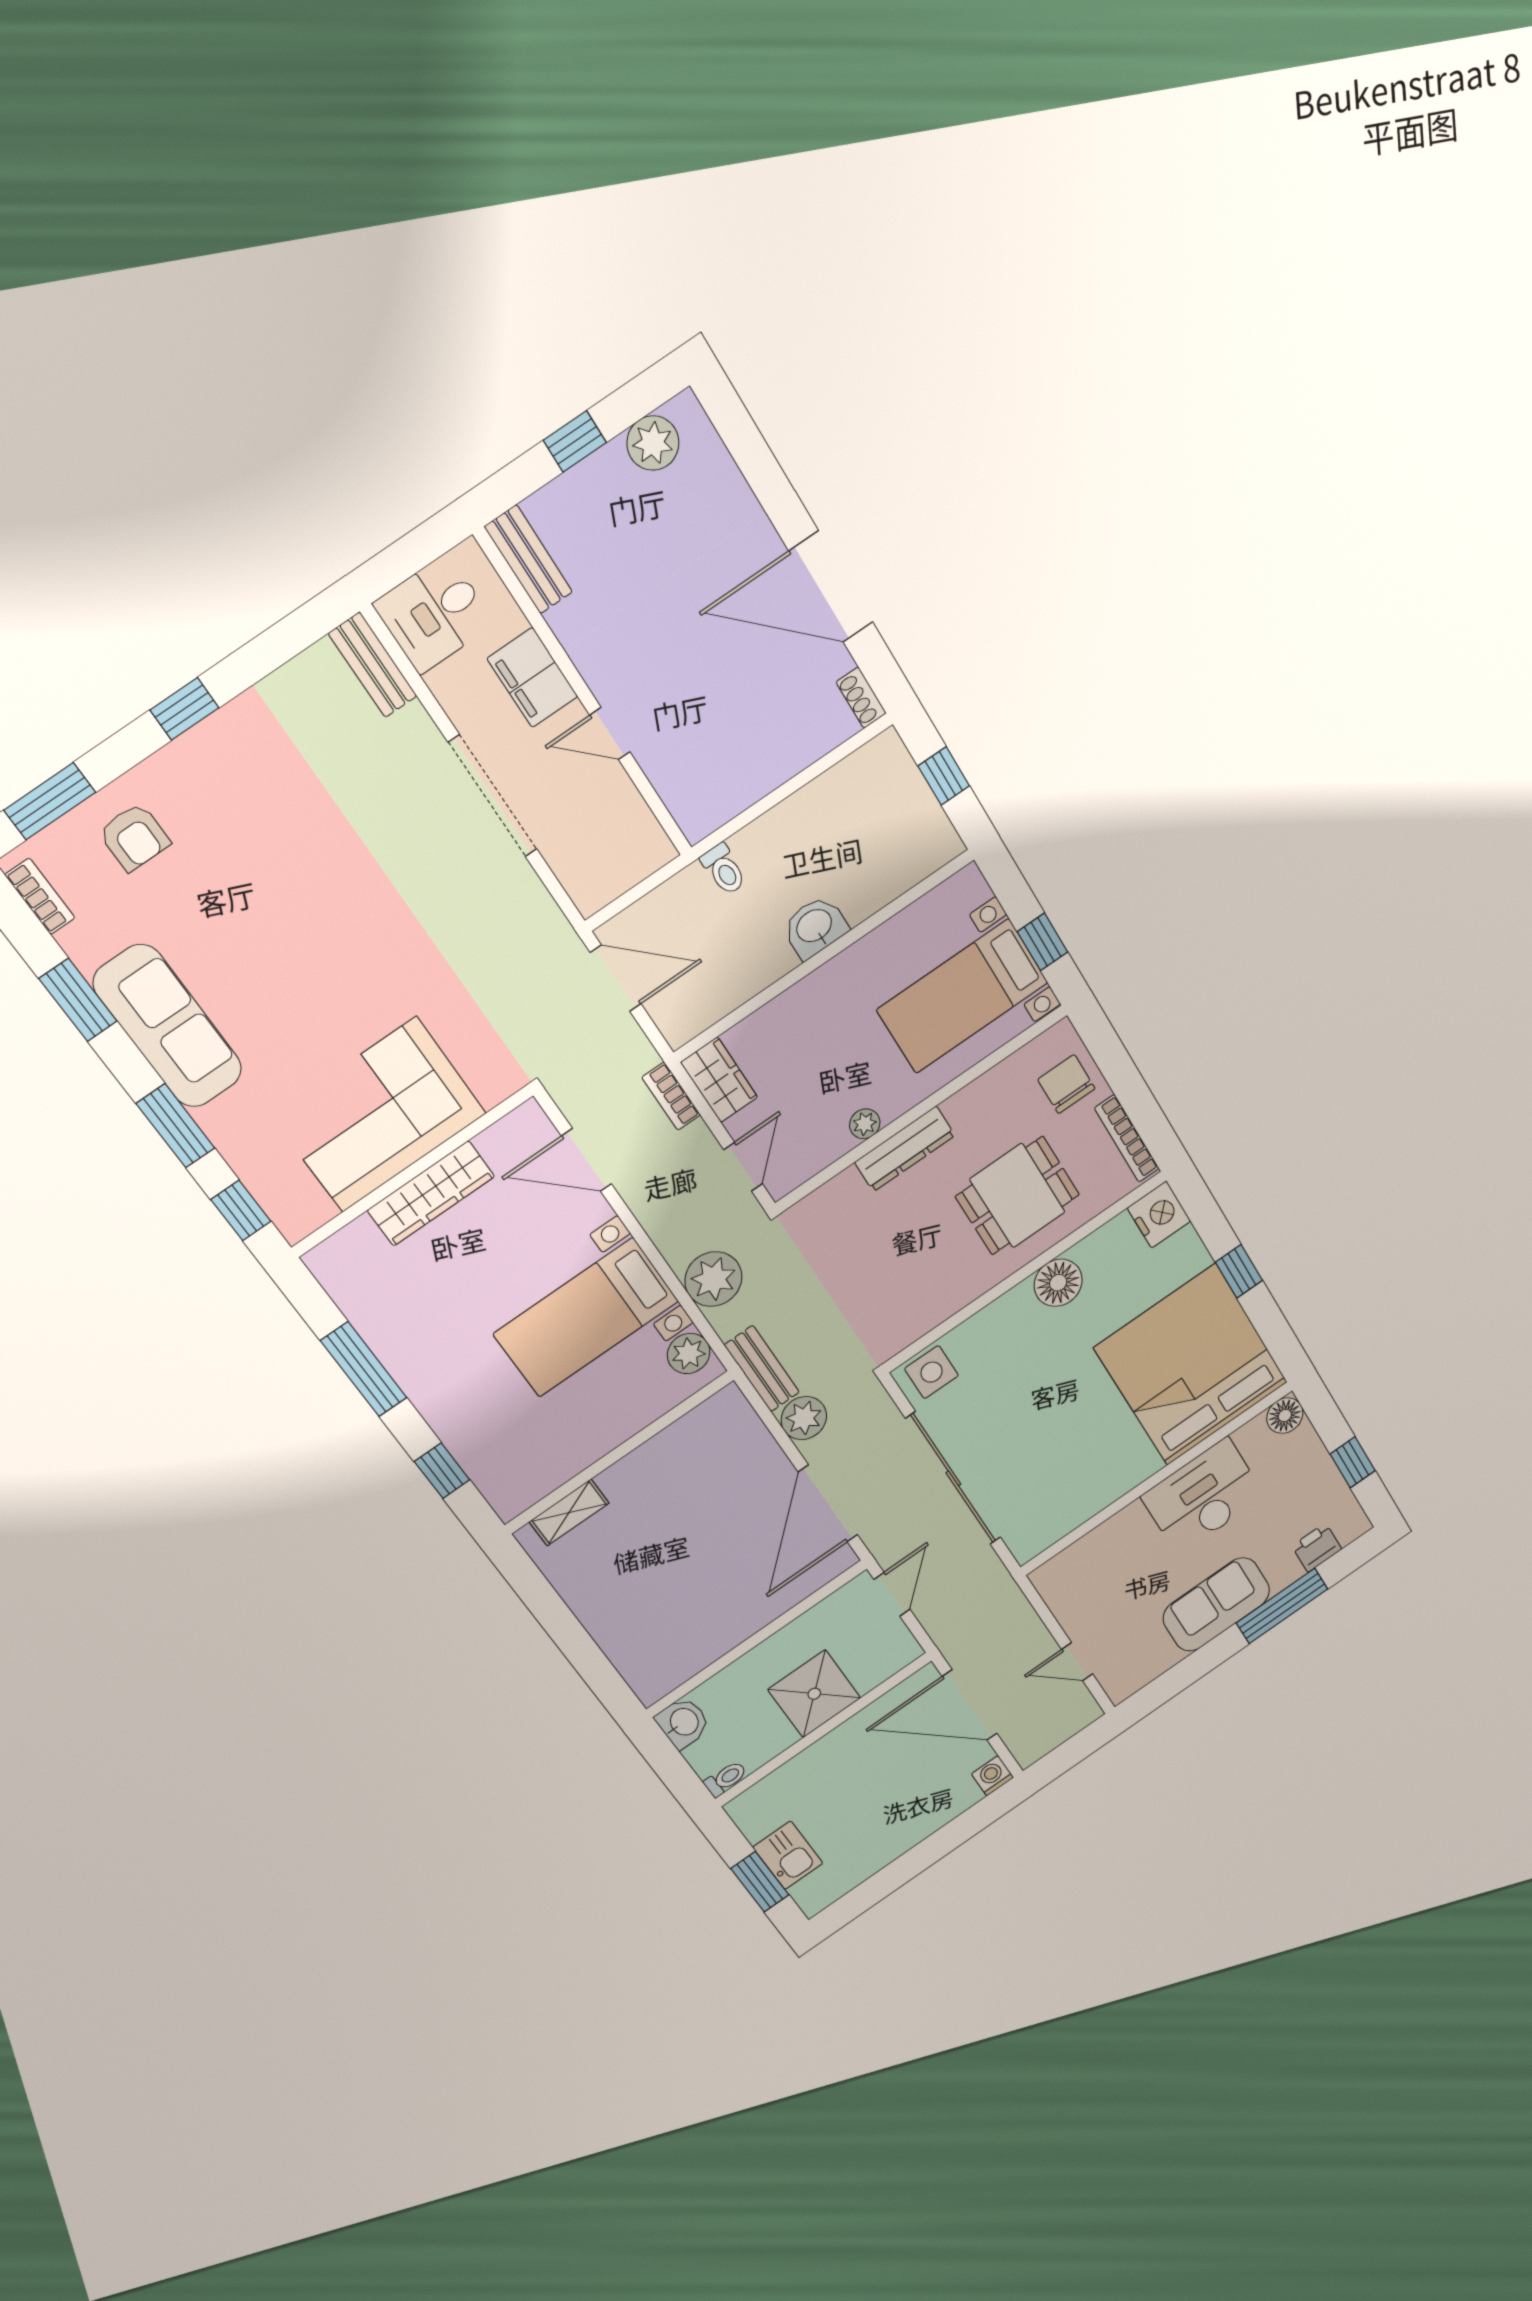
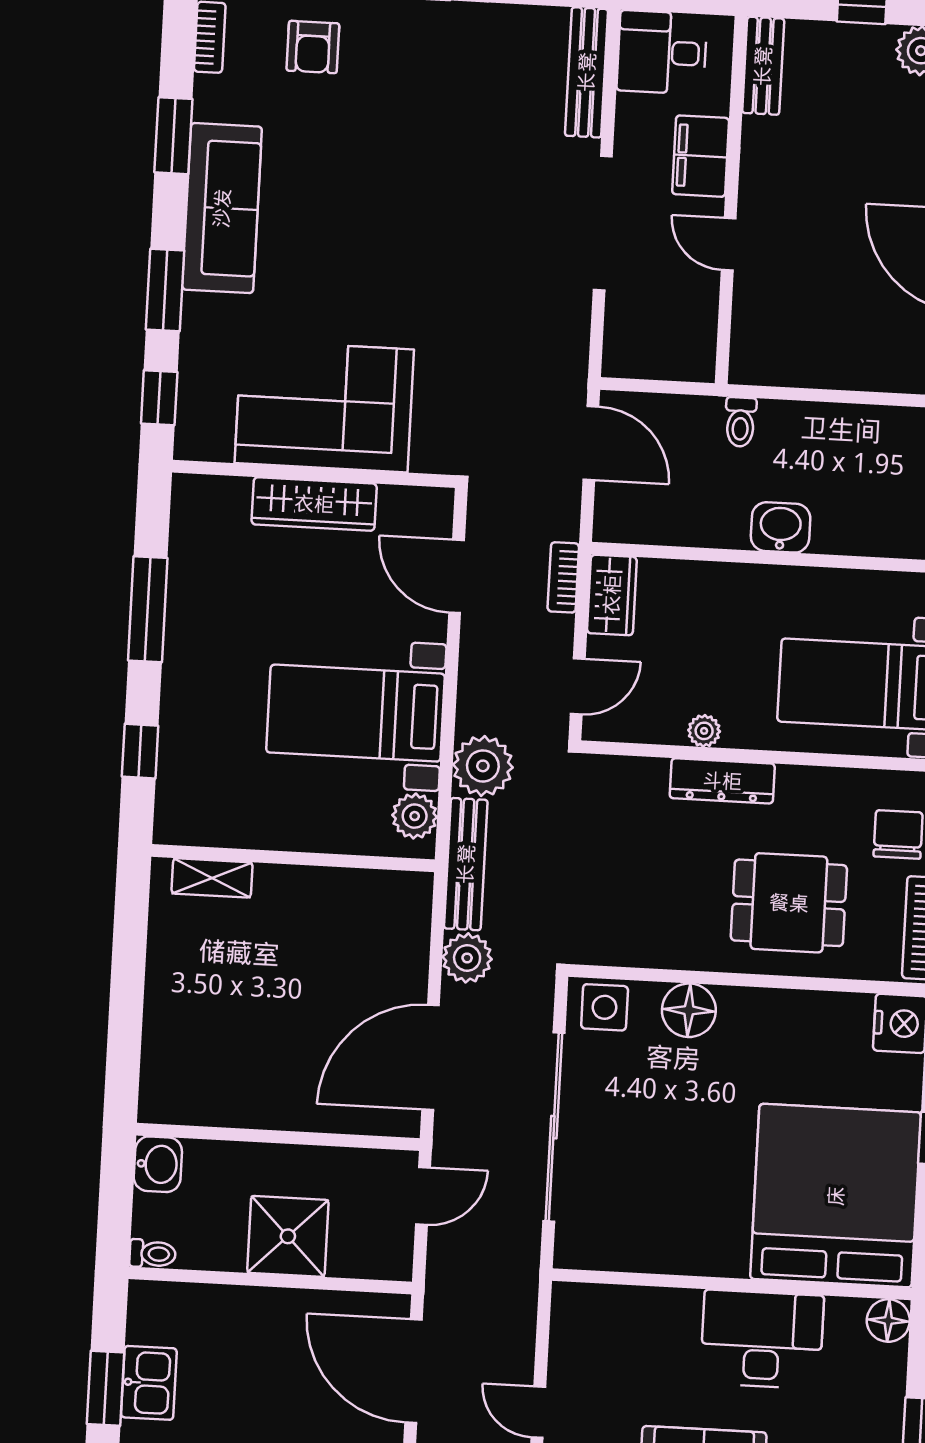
bench: (373, 665) -> (587, 72), width x1.36
floor lamp: (1058, 1283) -> (689, 1010), moved
bench: (762, 1369) -> (466, 864), width x1.36

